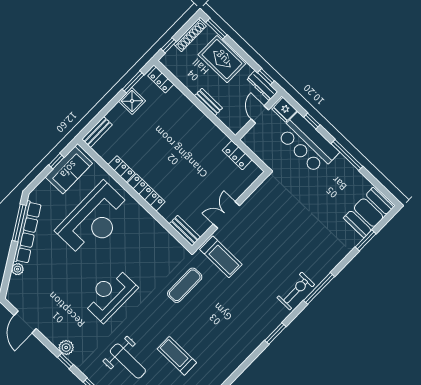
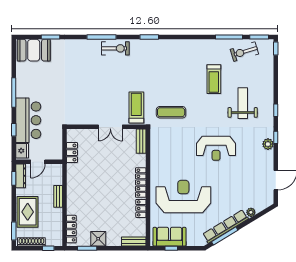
locker: (161, 80) -> (71, 229), width x1.53
exercise bike: (296, 291) -> (115, 48), turned 180

